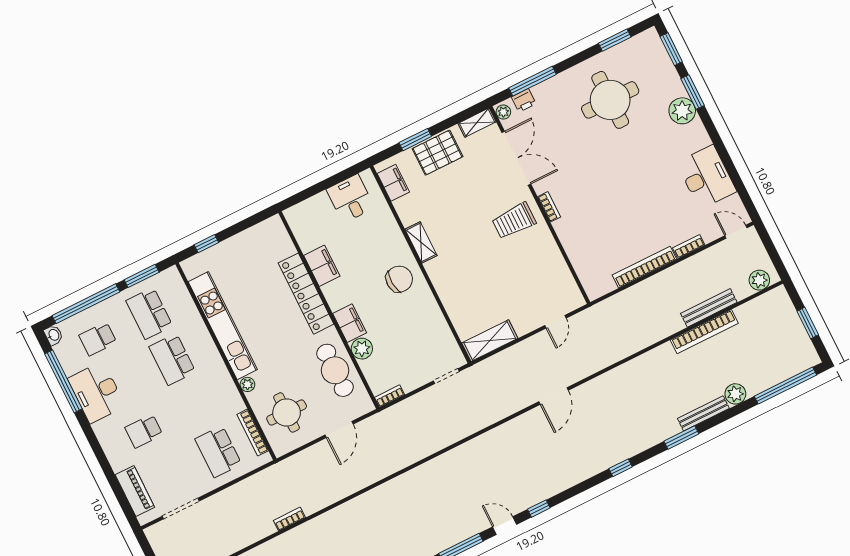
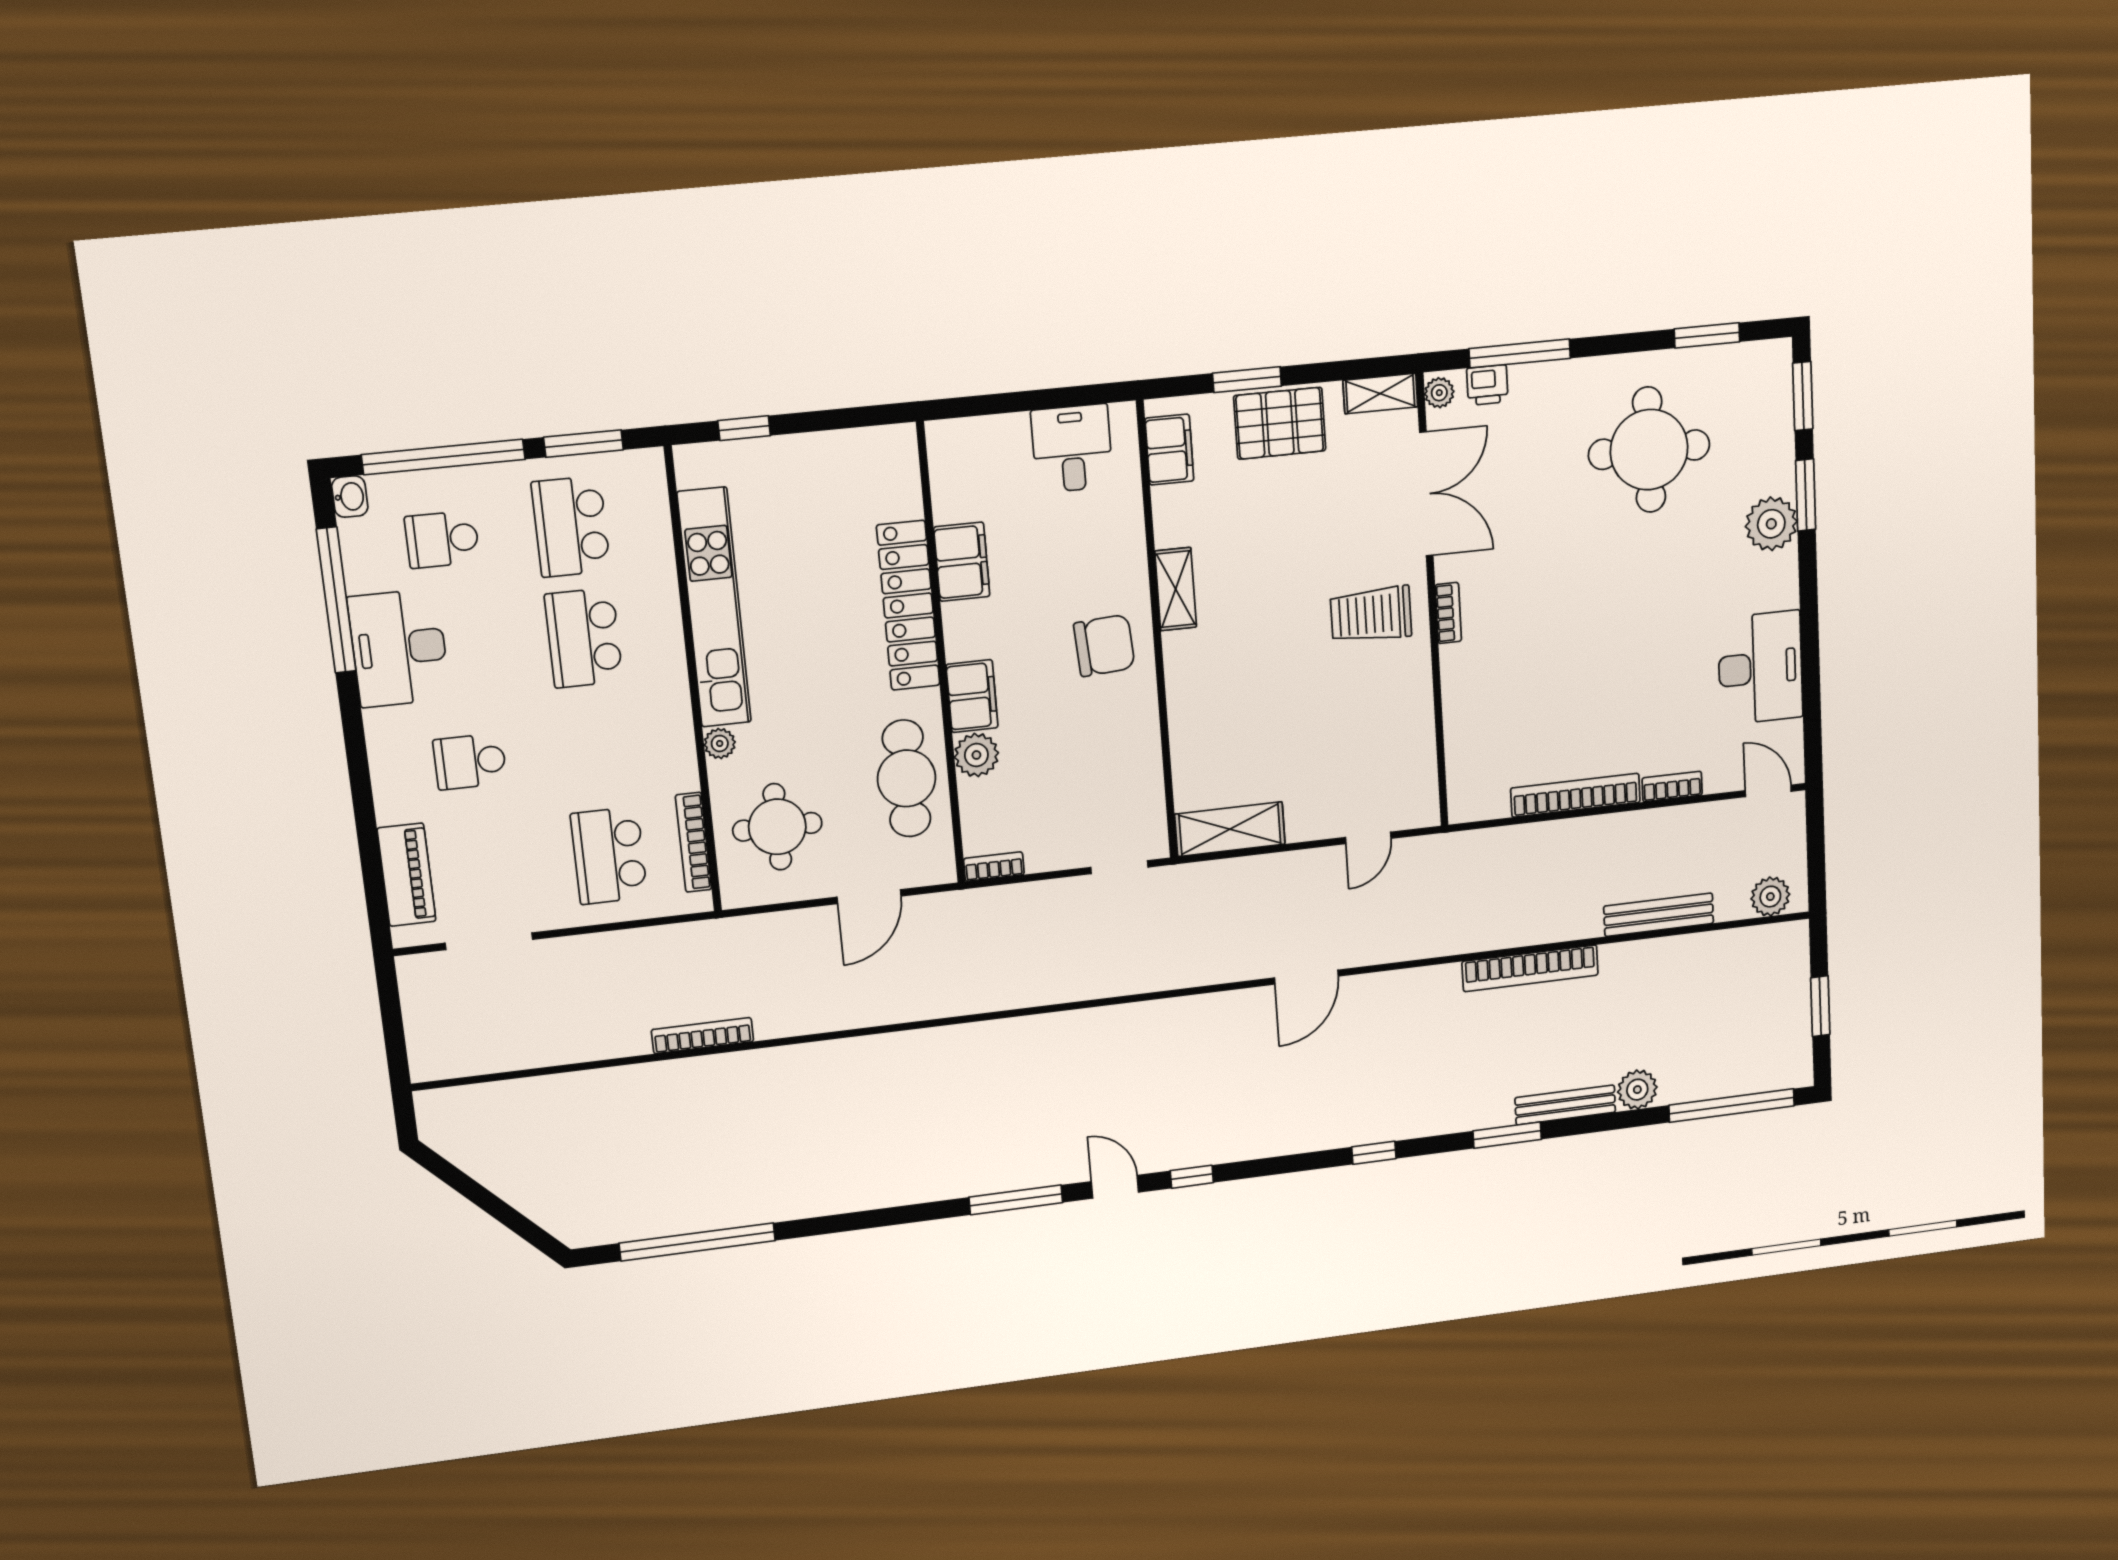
bookcase: (704, 332) -> (1530, 968), moved
bookcase: (289, 519) -> (703, 1036), width x1.56

